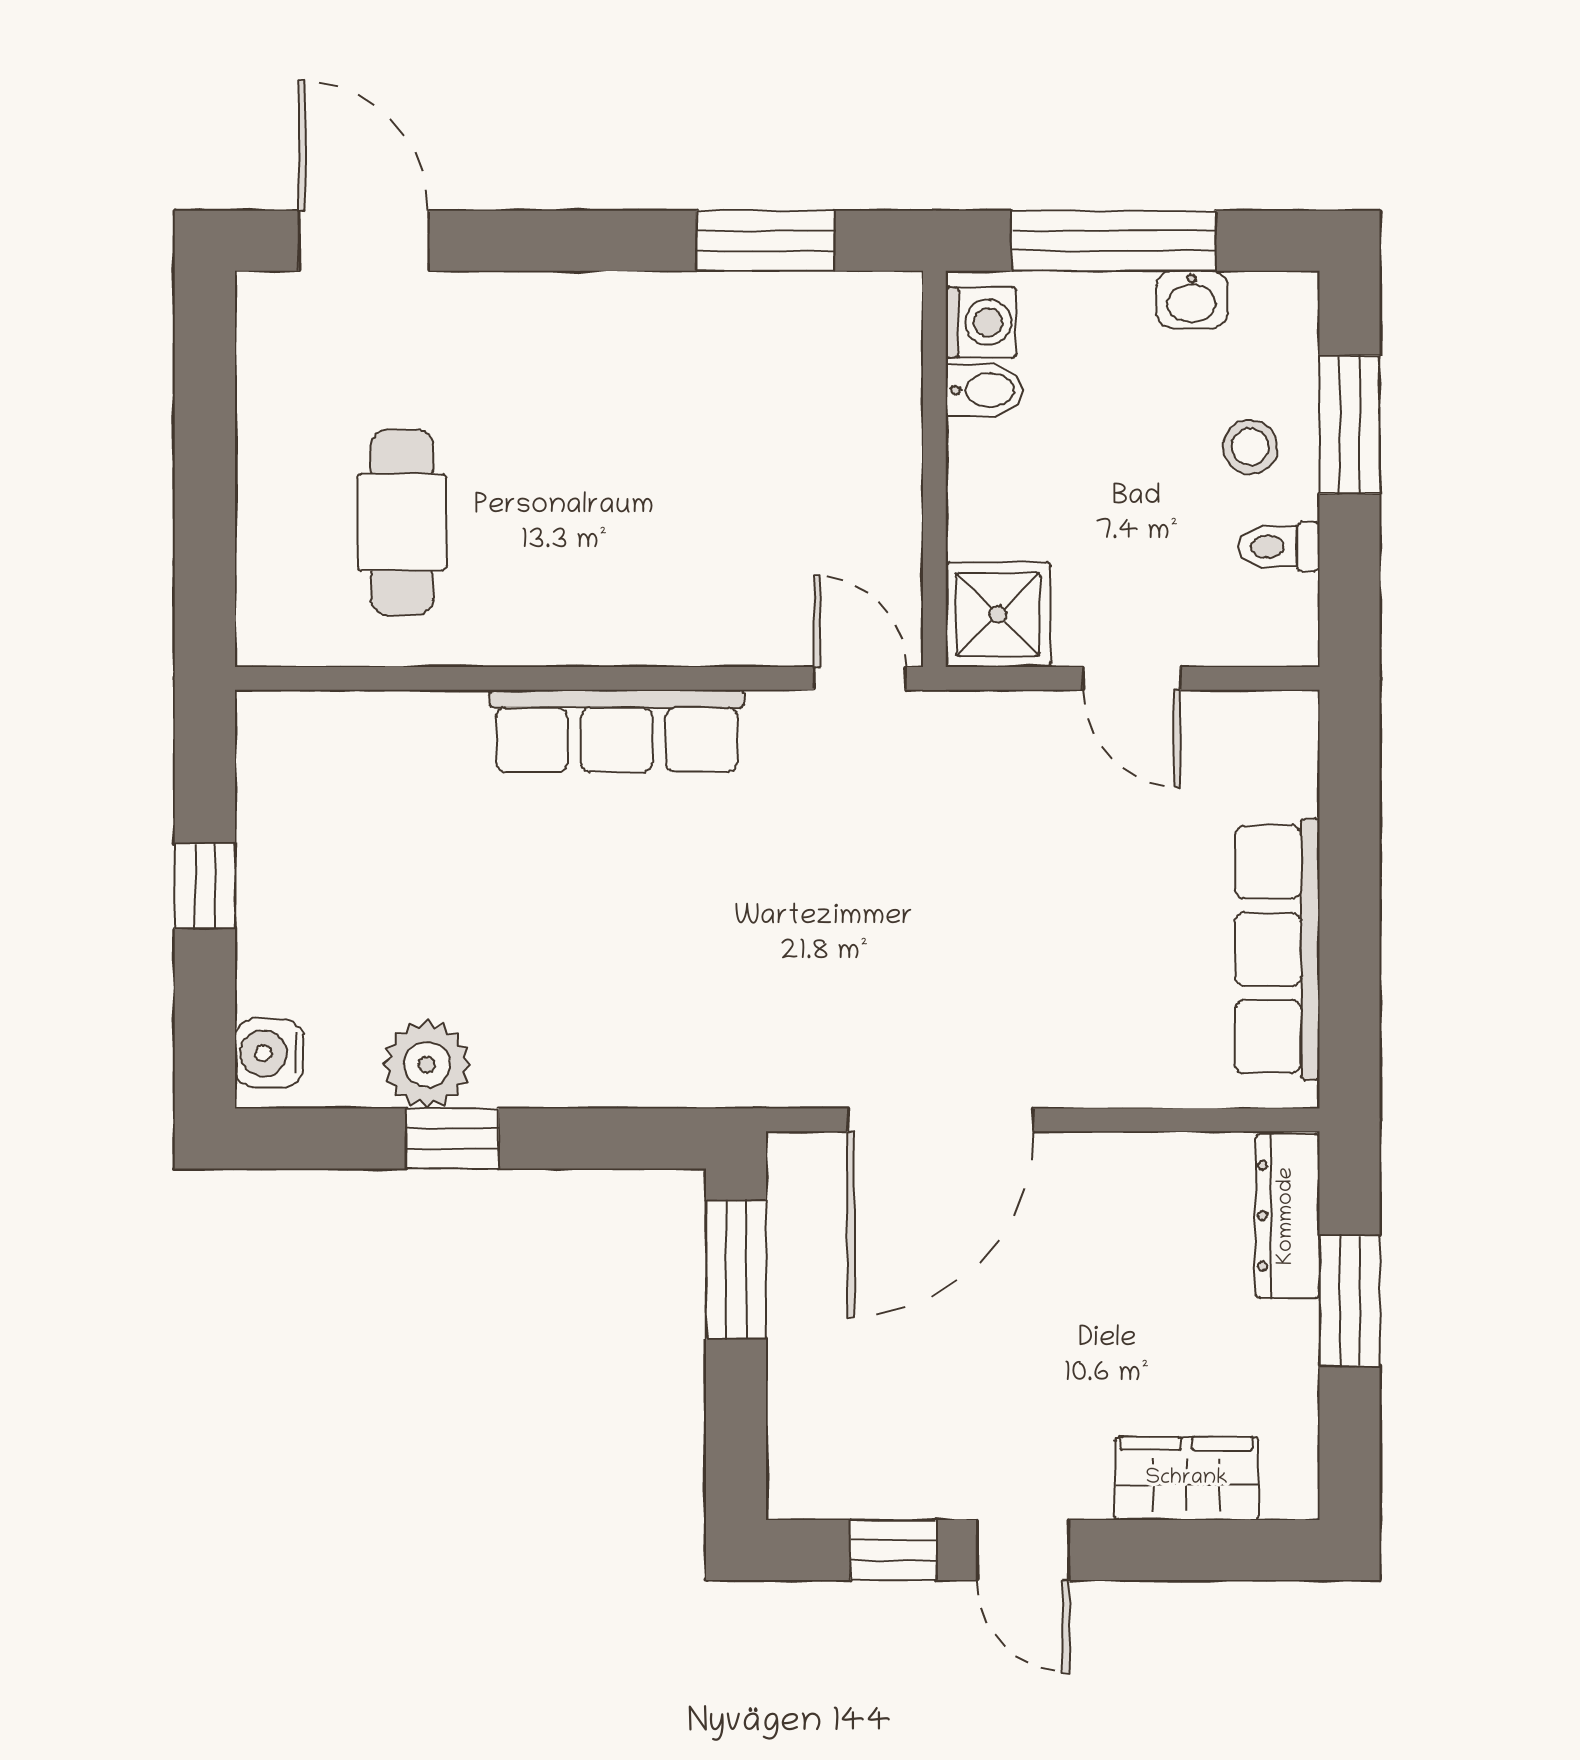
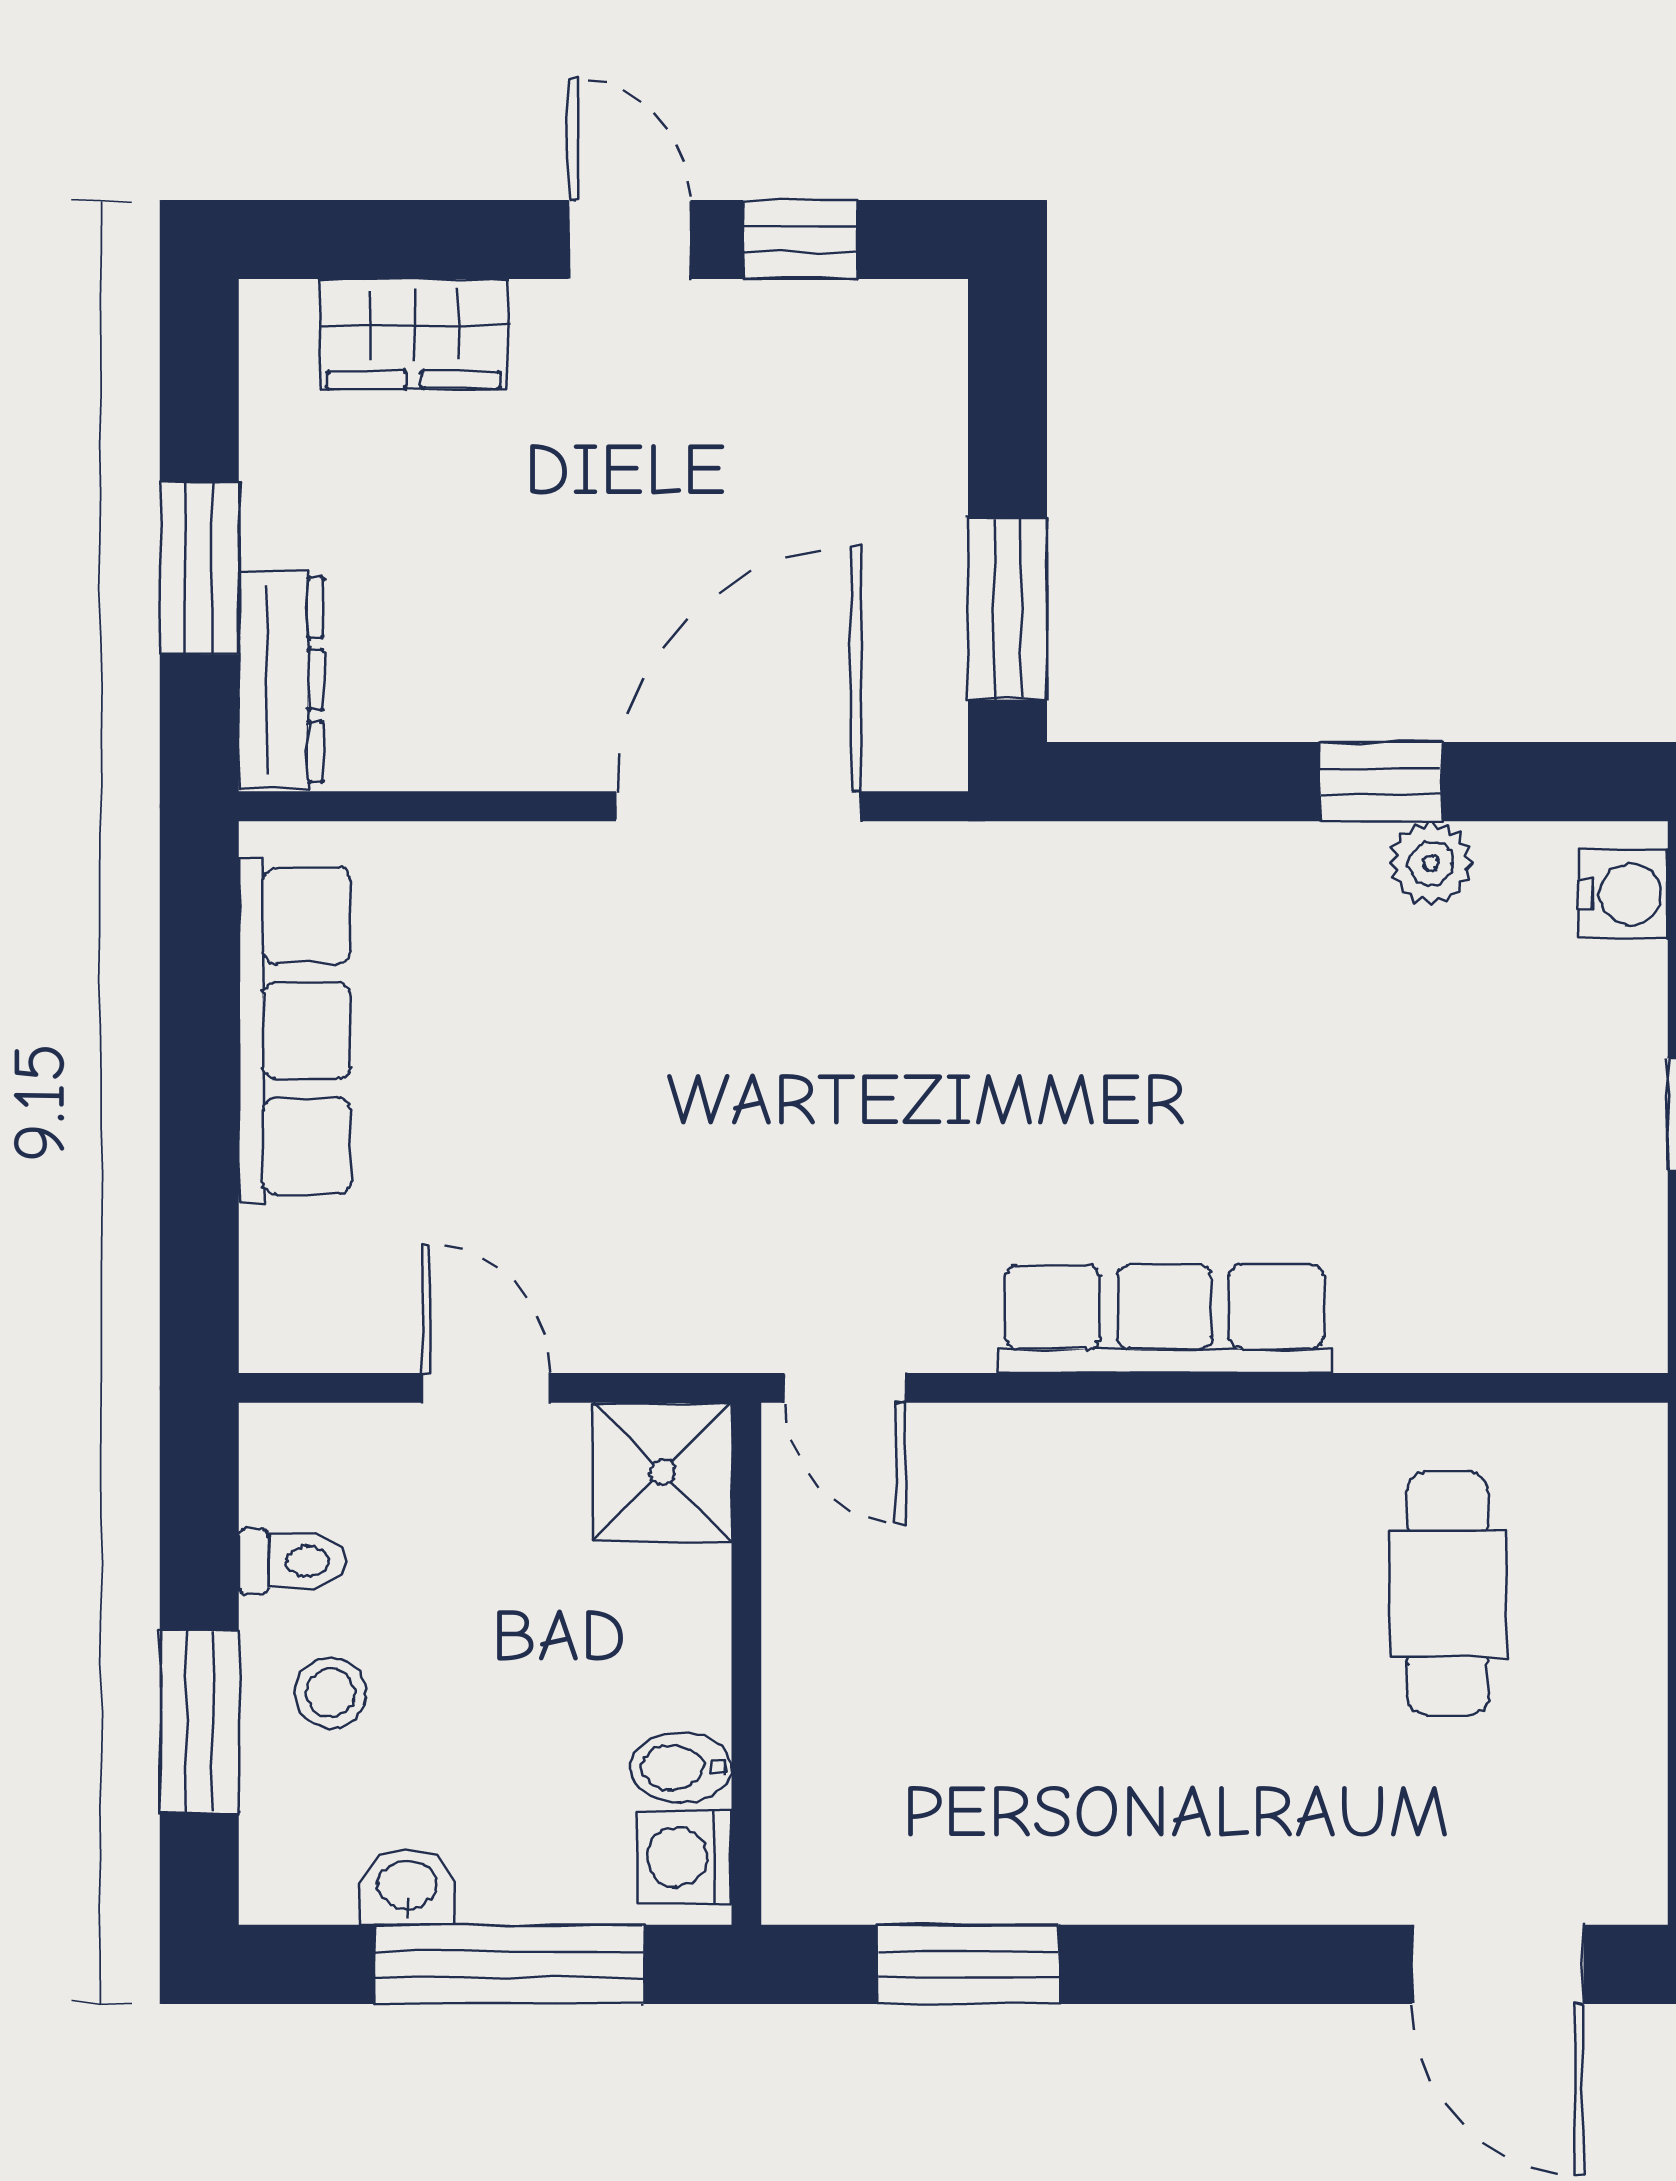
plant: (427, 1065) -> (1431, 863), width x0.73, depth x0.73

